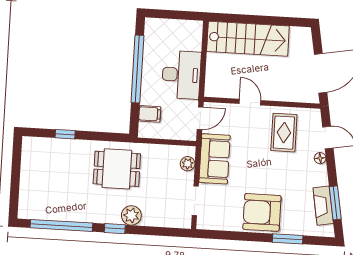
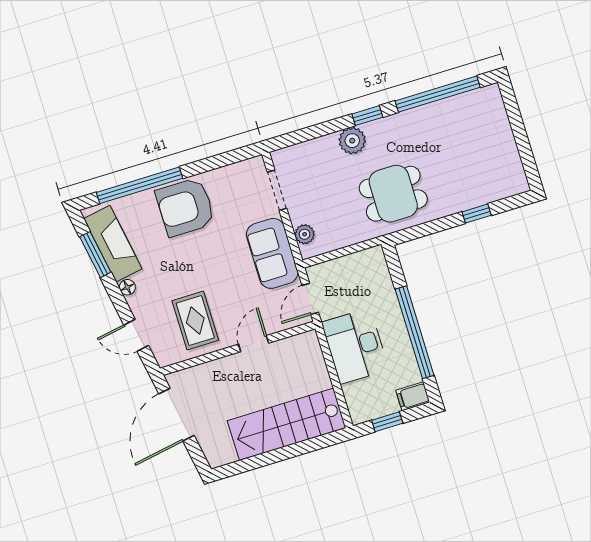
window: (179, 15) -> (387, 422), added
door: (250, 102) -> (254, 344), swing flipped
filing cabinet: (150, 114) -> (413, 396), moved
floor lamp: (320, 158) -> (127, 287), moved
fireplace: (323, 206) -> (113, 244), width x1.37, depth x1.32
armchair: (262, 212) -> (185, 207), turned 180
window: (288, 239) -> (140, 185), width x2.11

